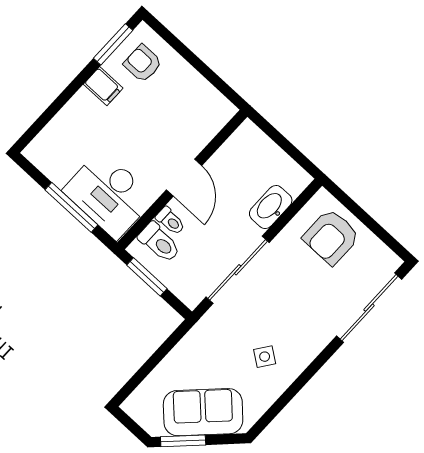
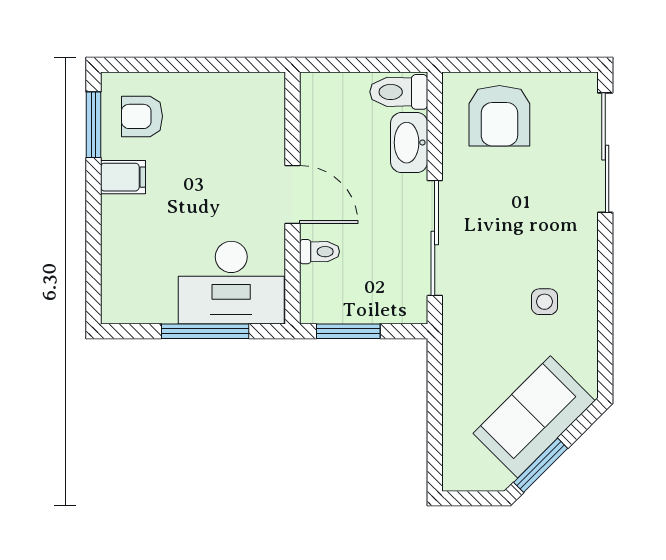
toilet: (159, 242) -> (399, 92), moved, turned 180
side table: (265, 357) -> (544, 302), turned -36

